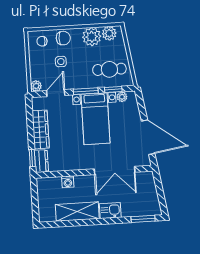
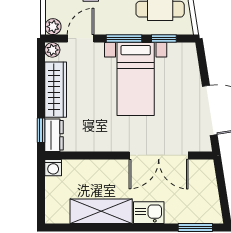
plant: (122, 97) -> (52, 50), moved
washing machine: (68, 182) -> (53, 168), moved

